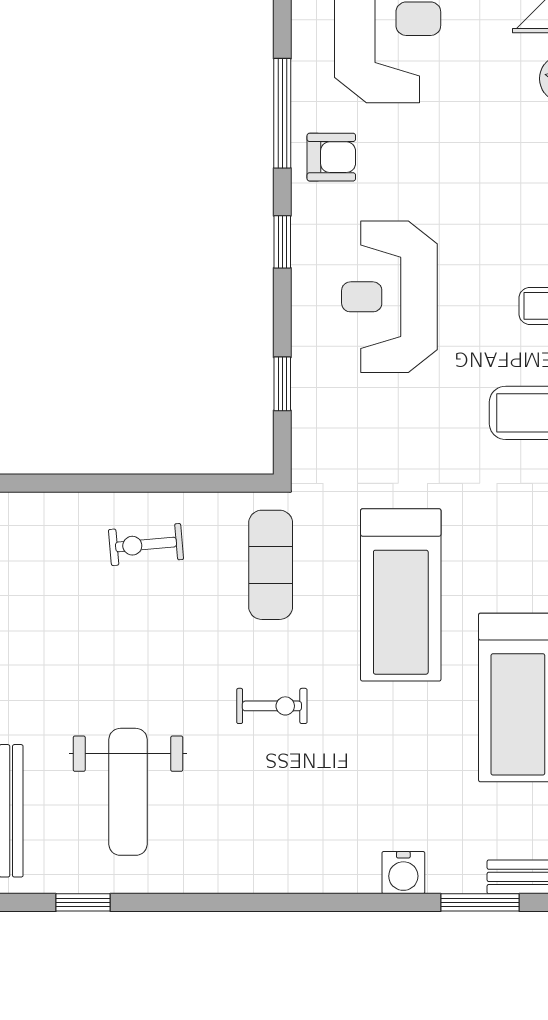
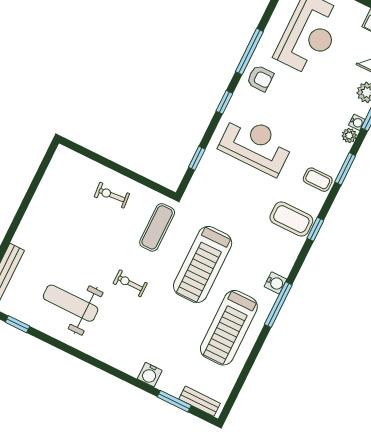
reception desk: (389, 297) -> (256, 145), turned 90
exercise bike: (272, 706) -> (130, 283), turned 180
weight bench: (128, 792) -> (71, 303), moved, turned 90

